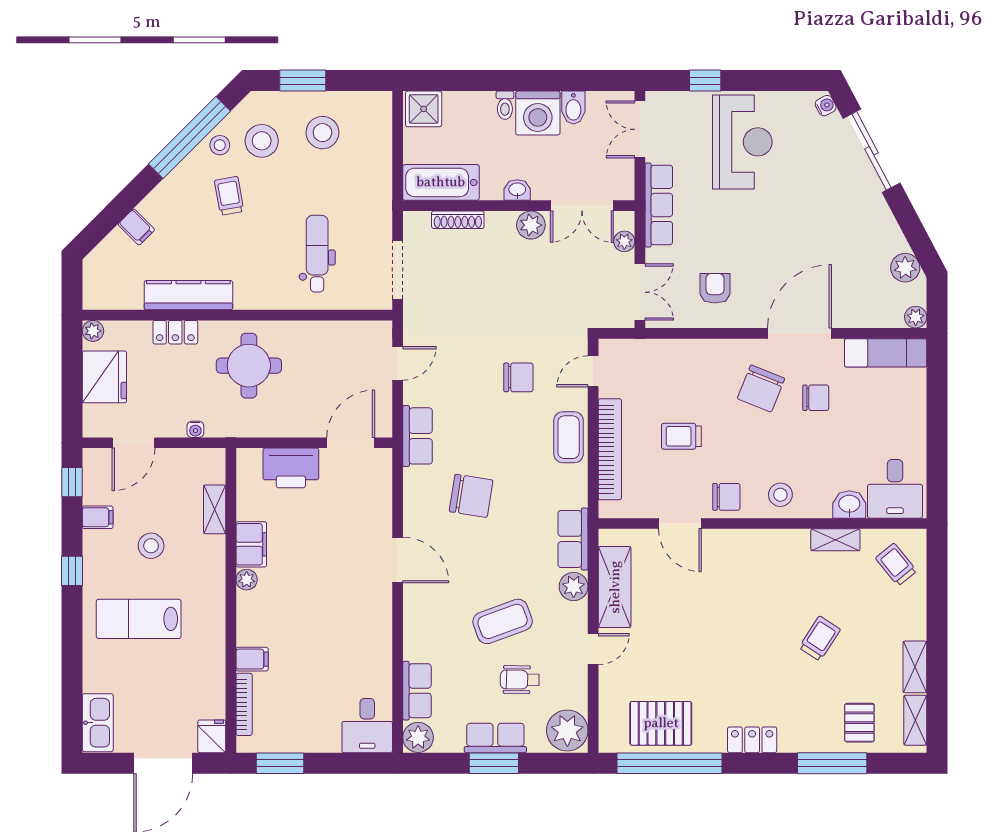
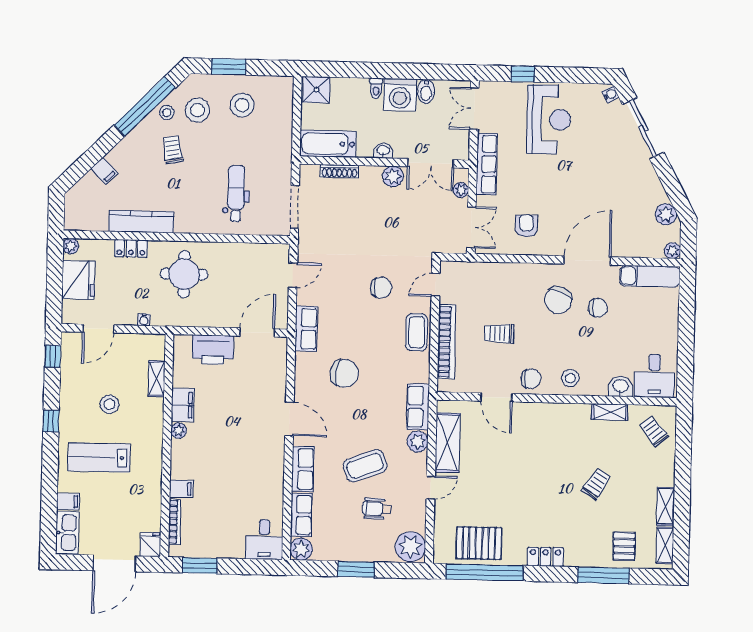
filing cabinet: (98, 517) -> (68, 501), moved
row of seats: (495, 738) -> (303, 469), moved, turned 90

